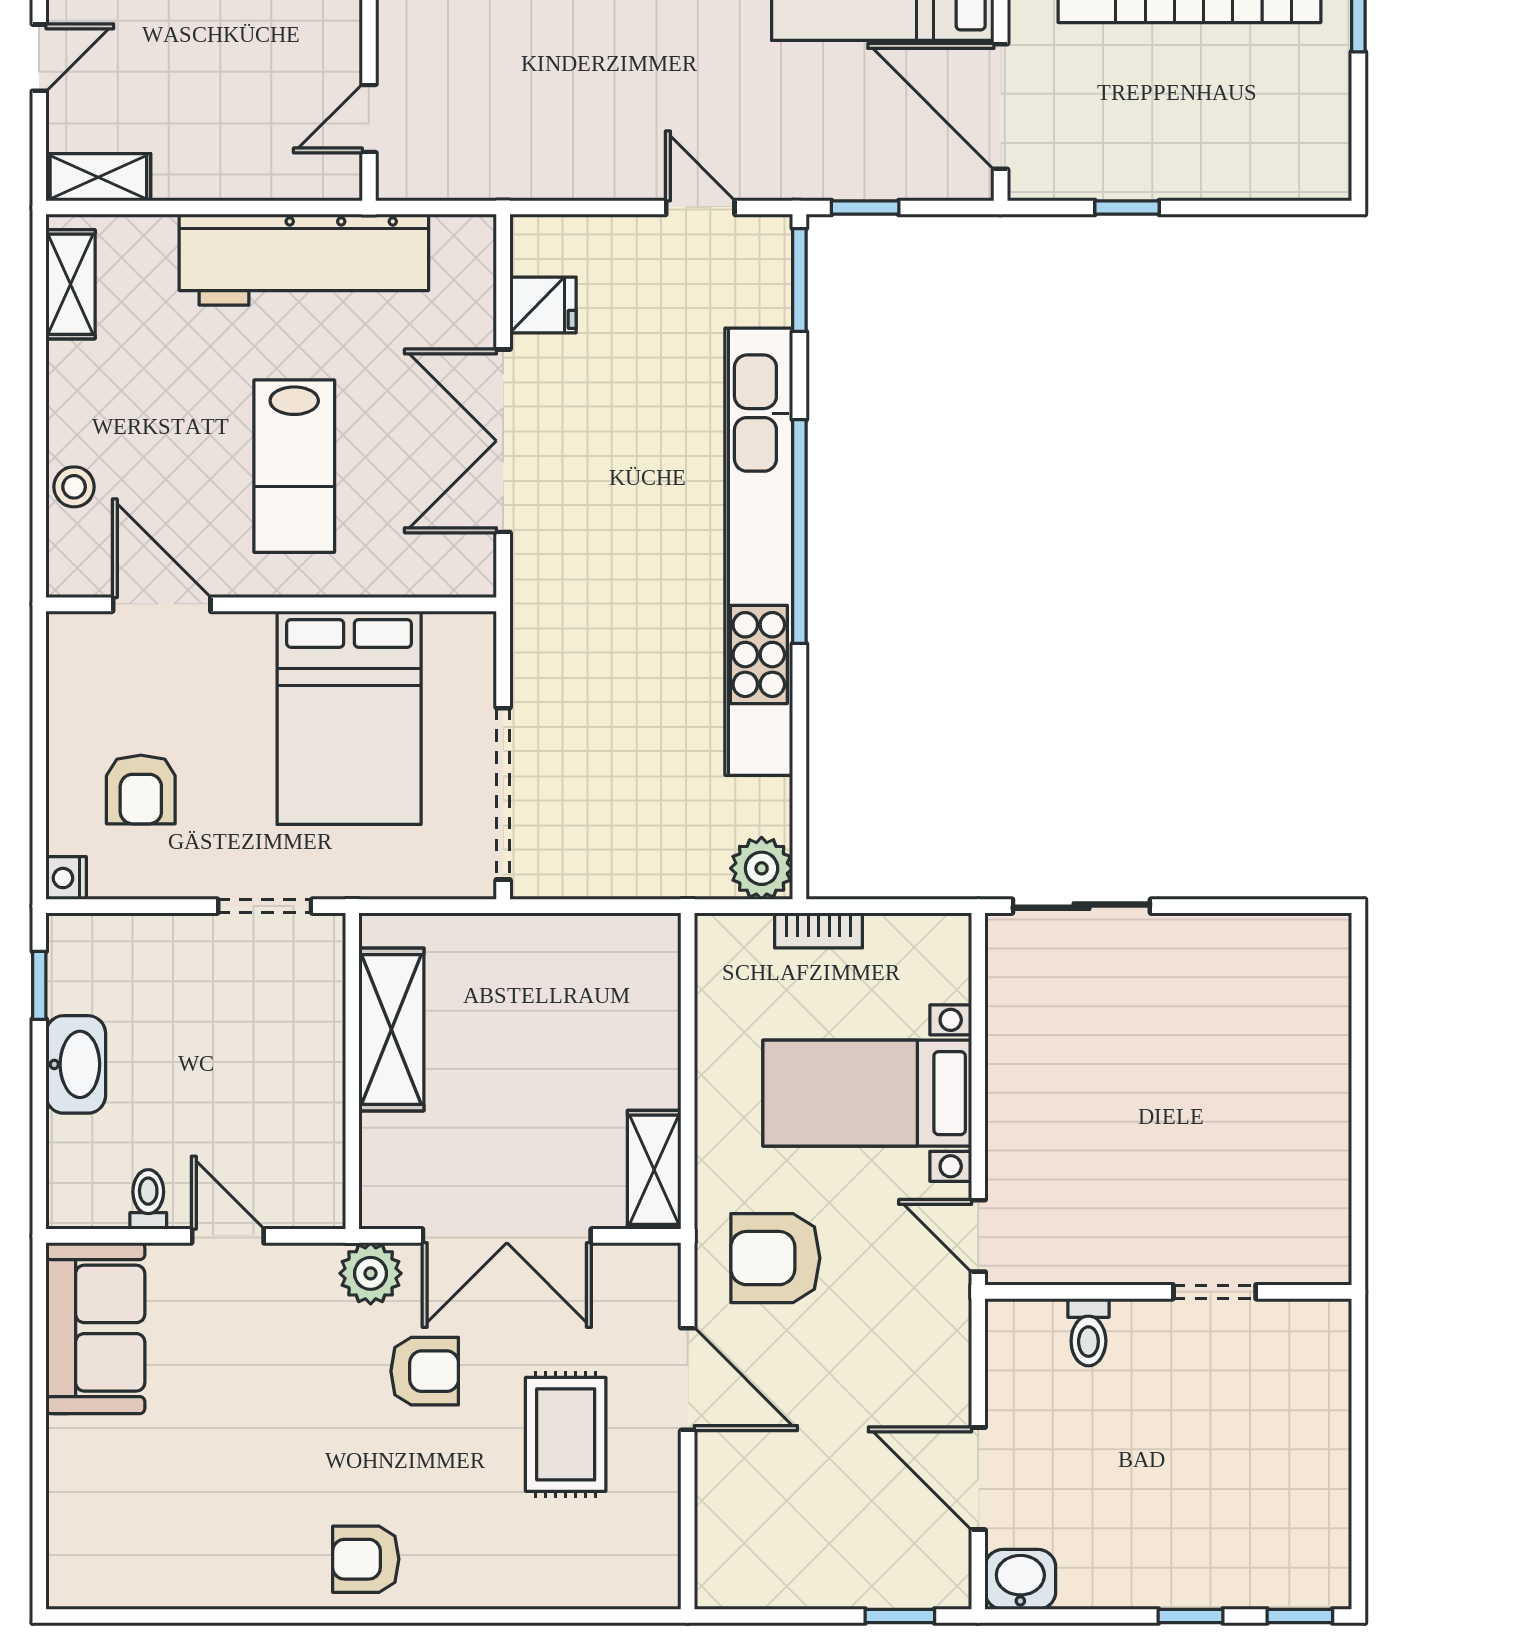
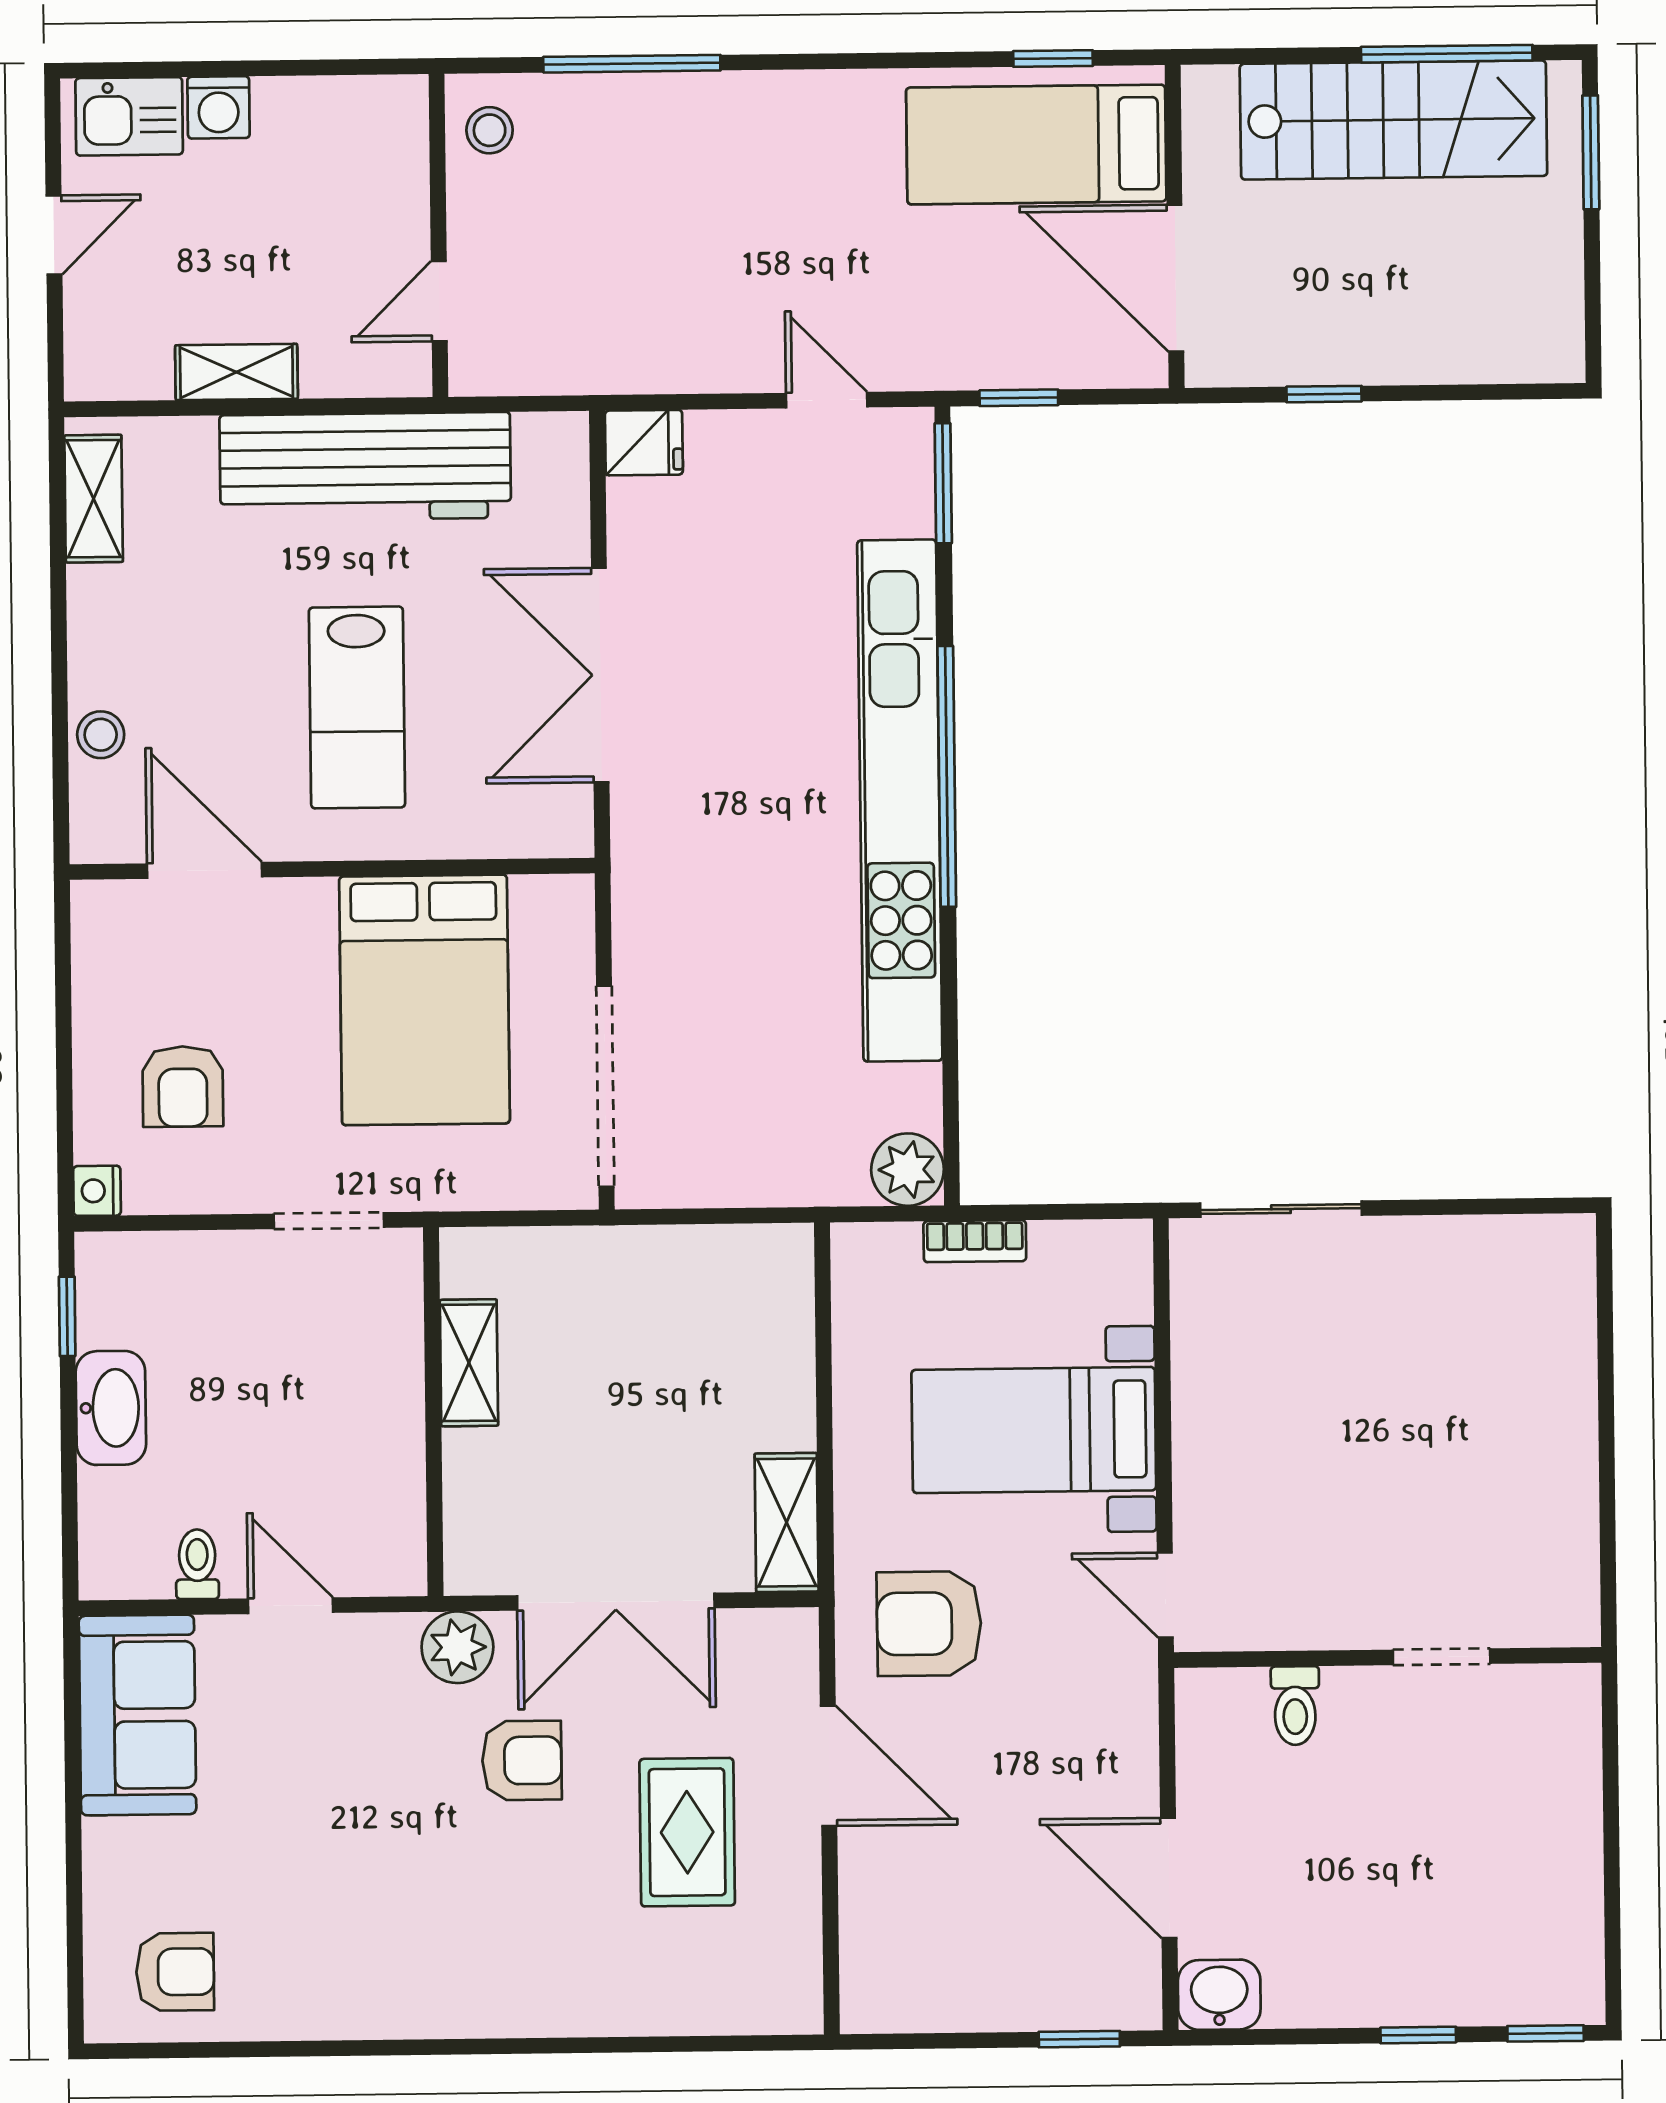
shelving: (98, 177) -> (236, 372), moved
fridge: (543, 305) -> (644, 443), moved
shelving: (391, 1029) -> (469, 1363), width x0.67, depth x0.75
armchair: (366, 1559) -> (175, 1972), moved, turned 180

